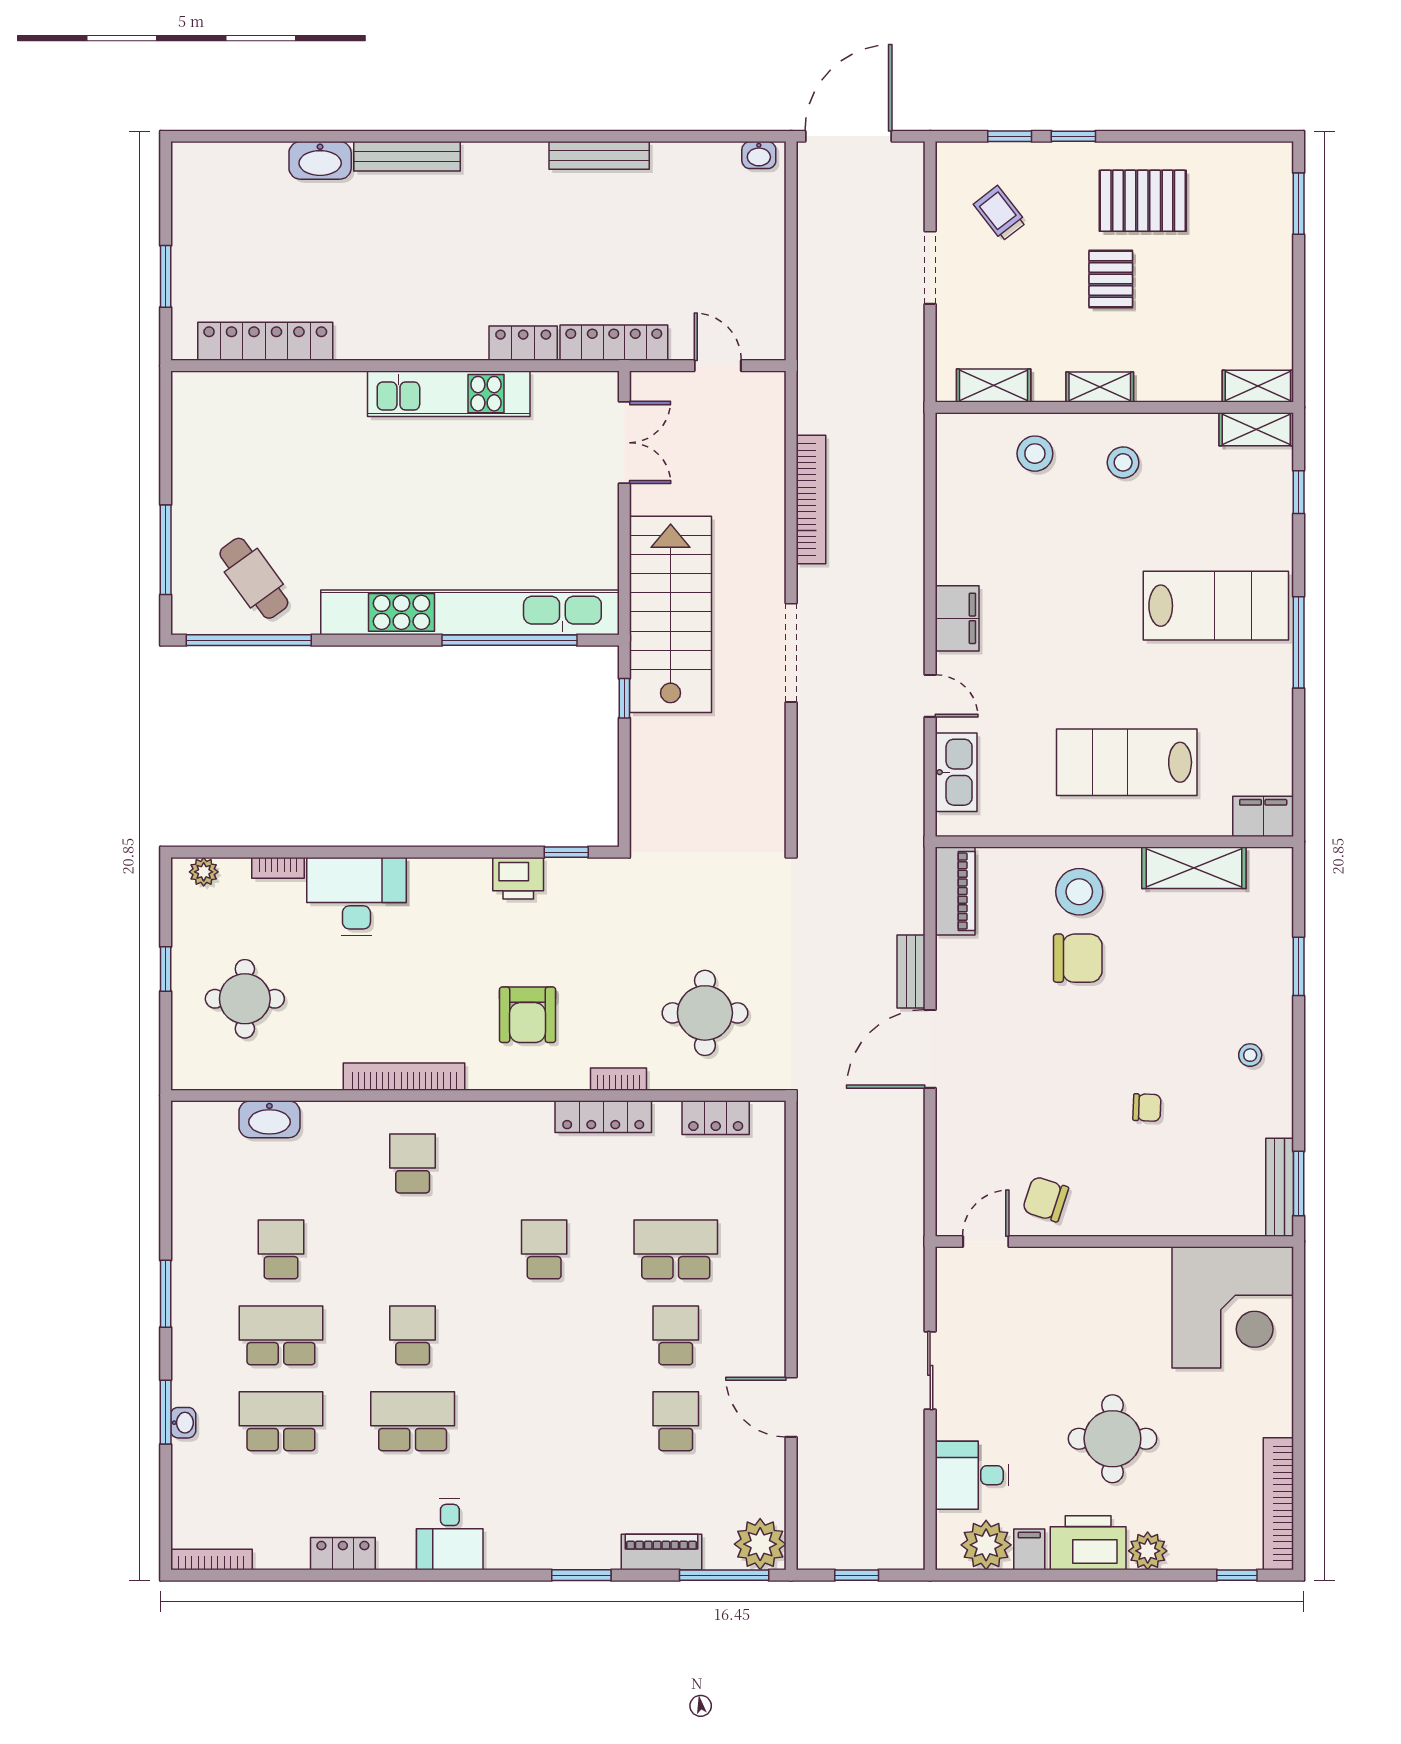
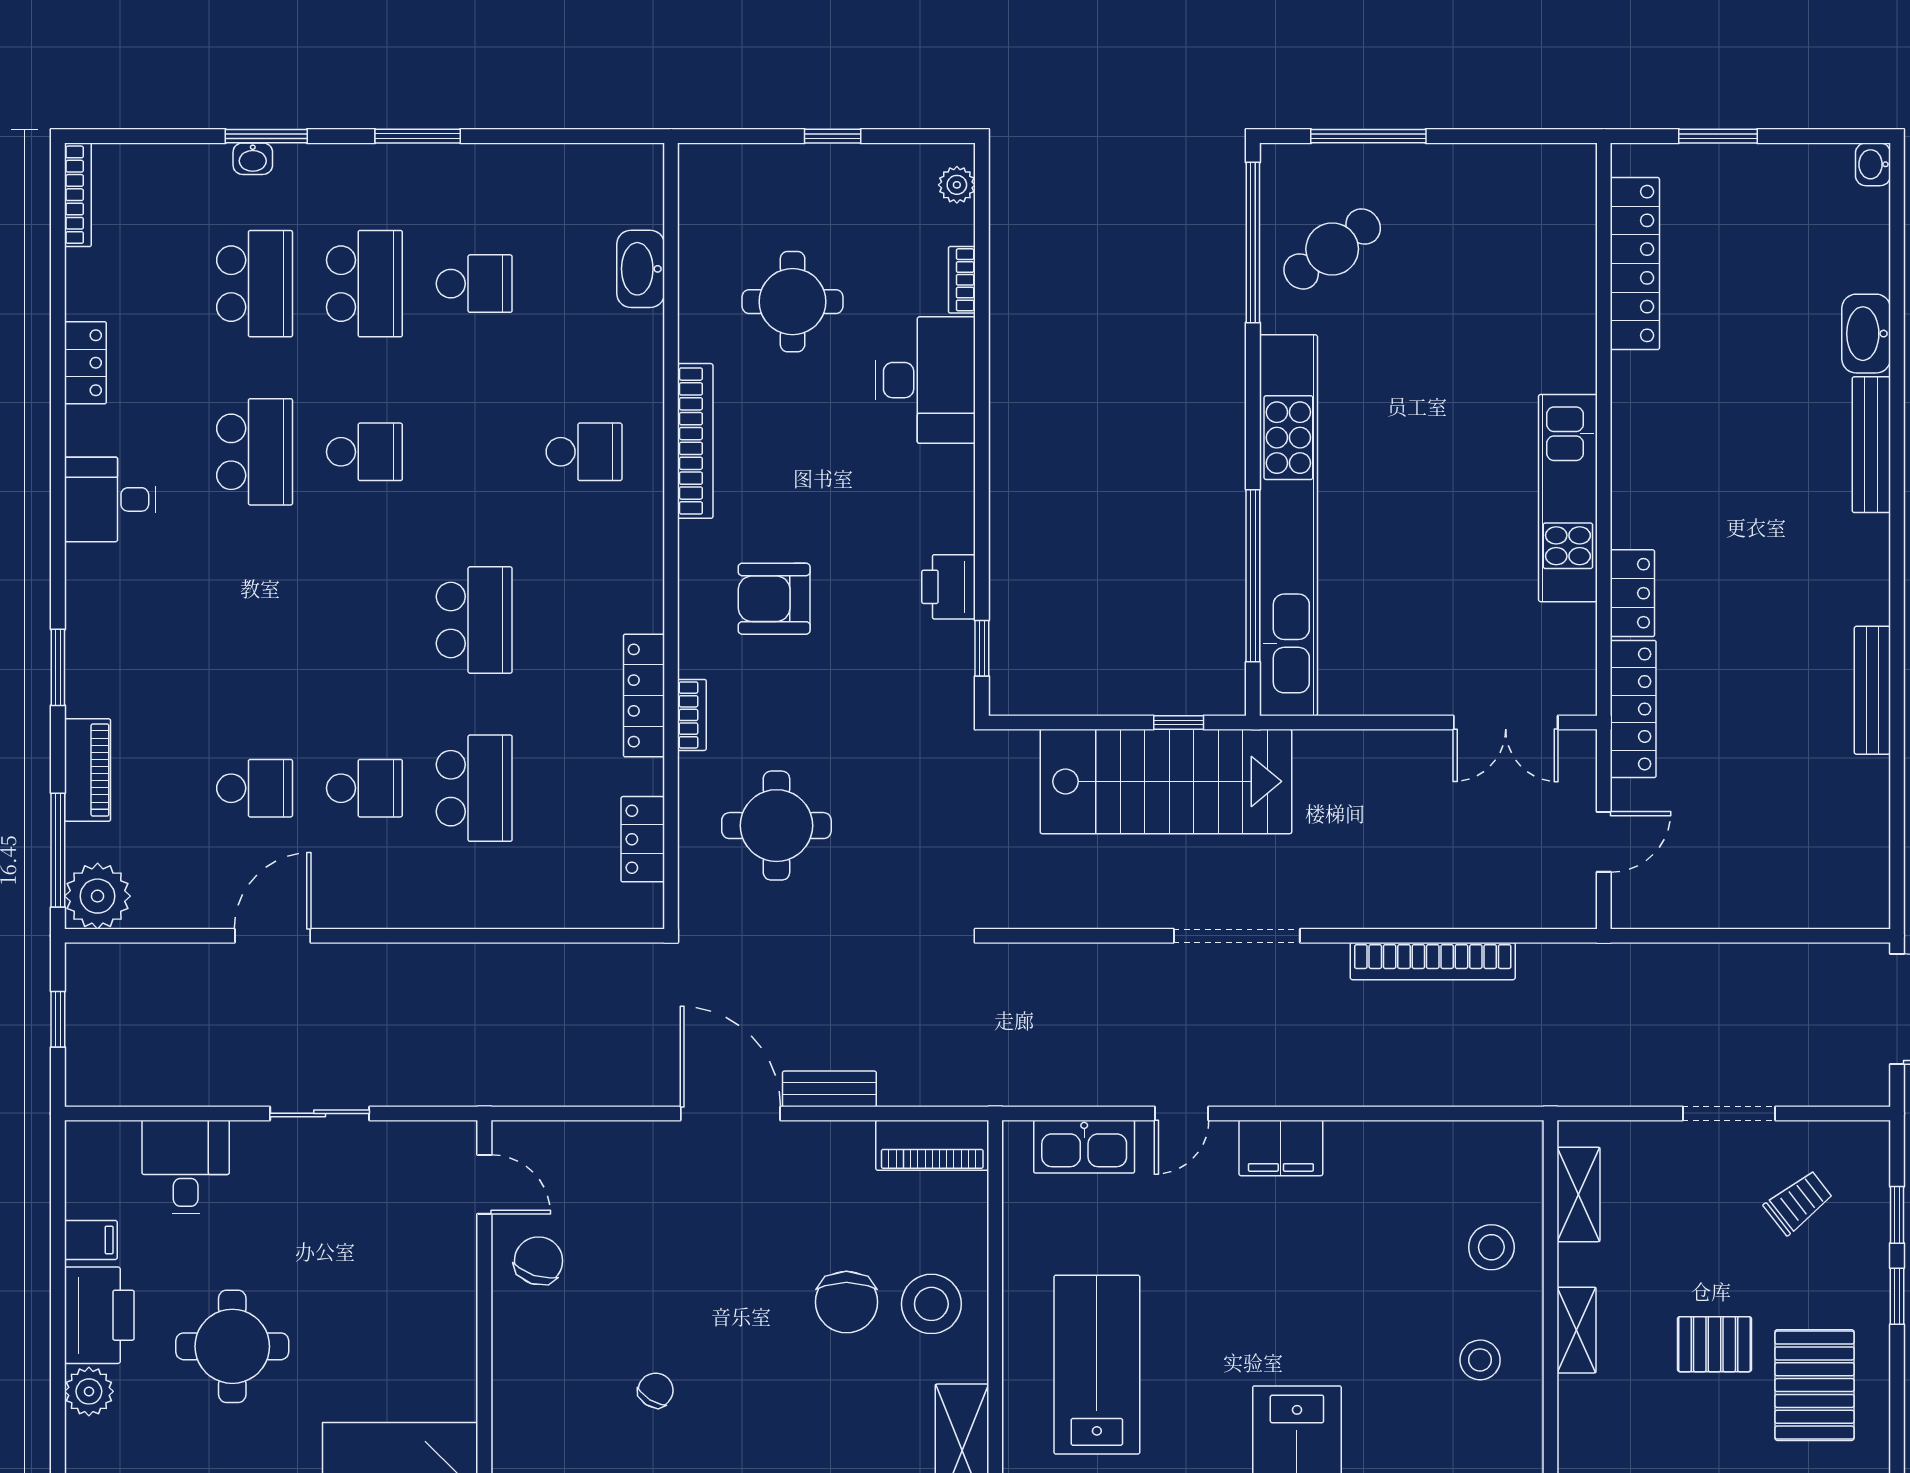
washbasin: (759, 155) -> (1873, 164), moved
stairs: (671, 614) -> (1166, 781), moved
round table: (245, 999) -> (793, 302), moved
chair: (1147, 1108) -> (656, 1390), turned -150
school desk: (544, 1249) -> (474, 620), width x1.85
plant: (986, 1545) -> (96, 1185), removed

